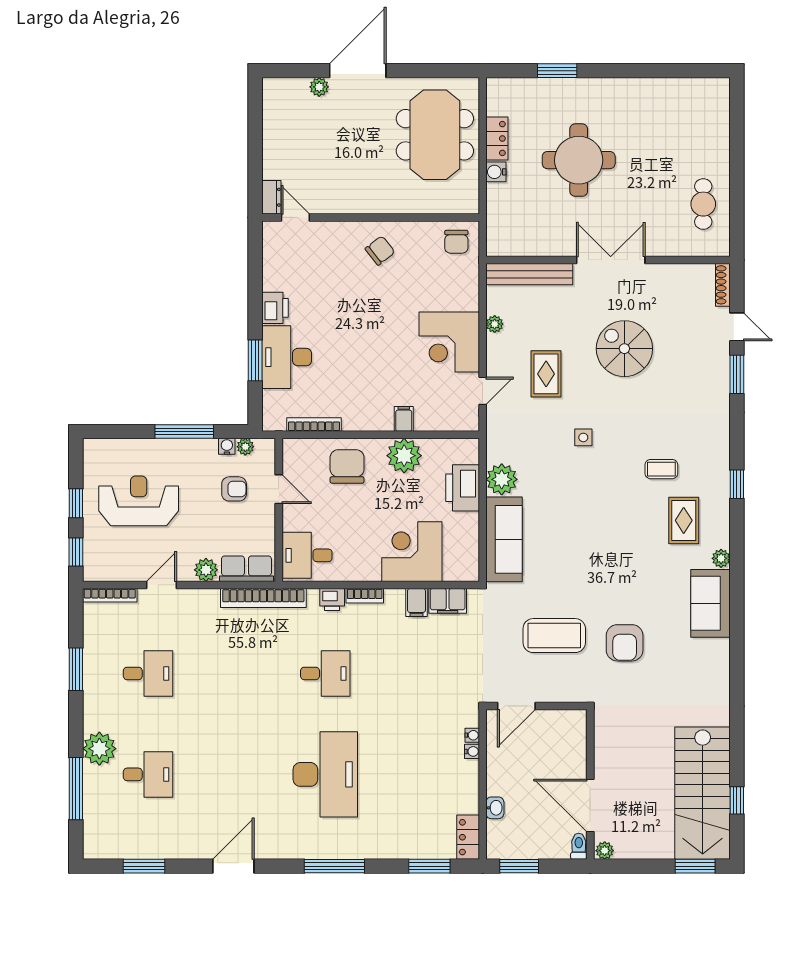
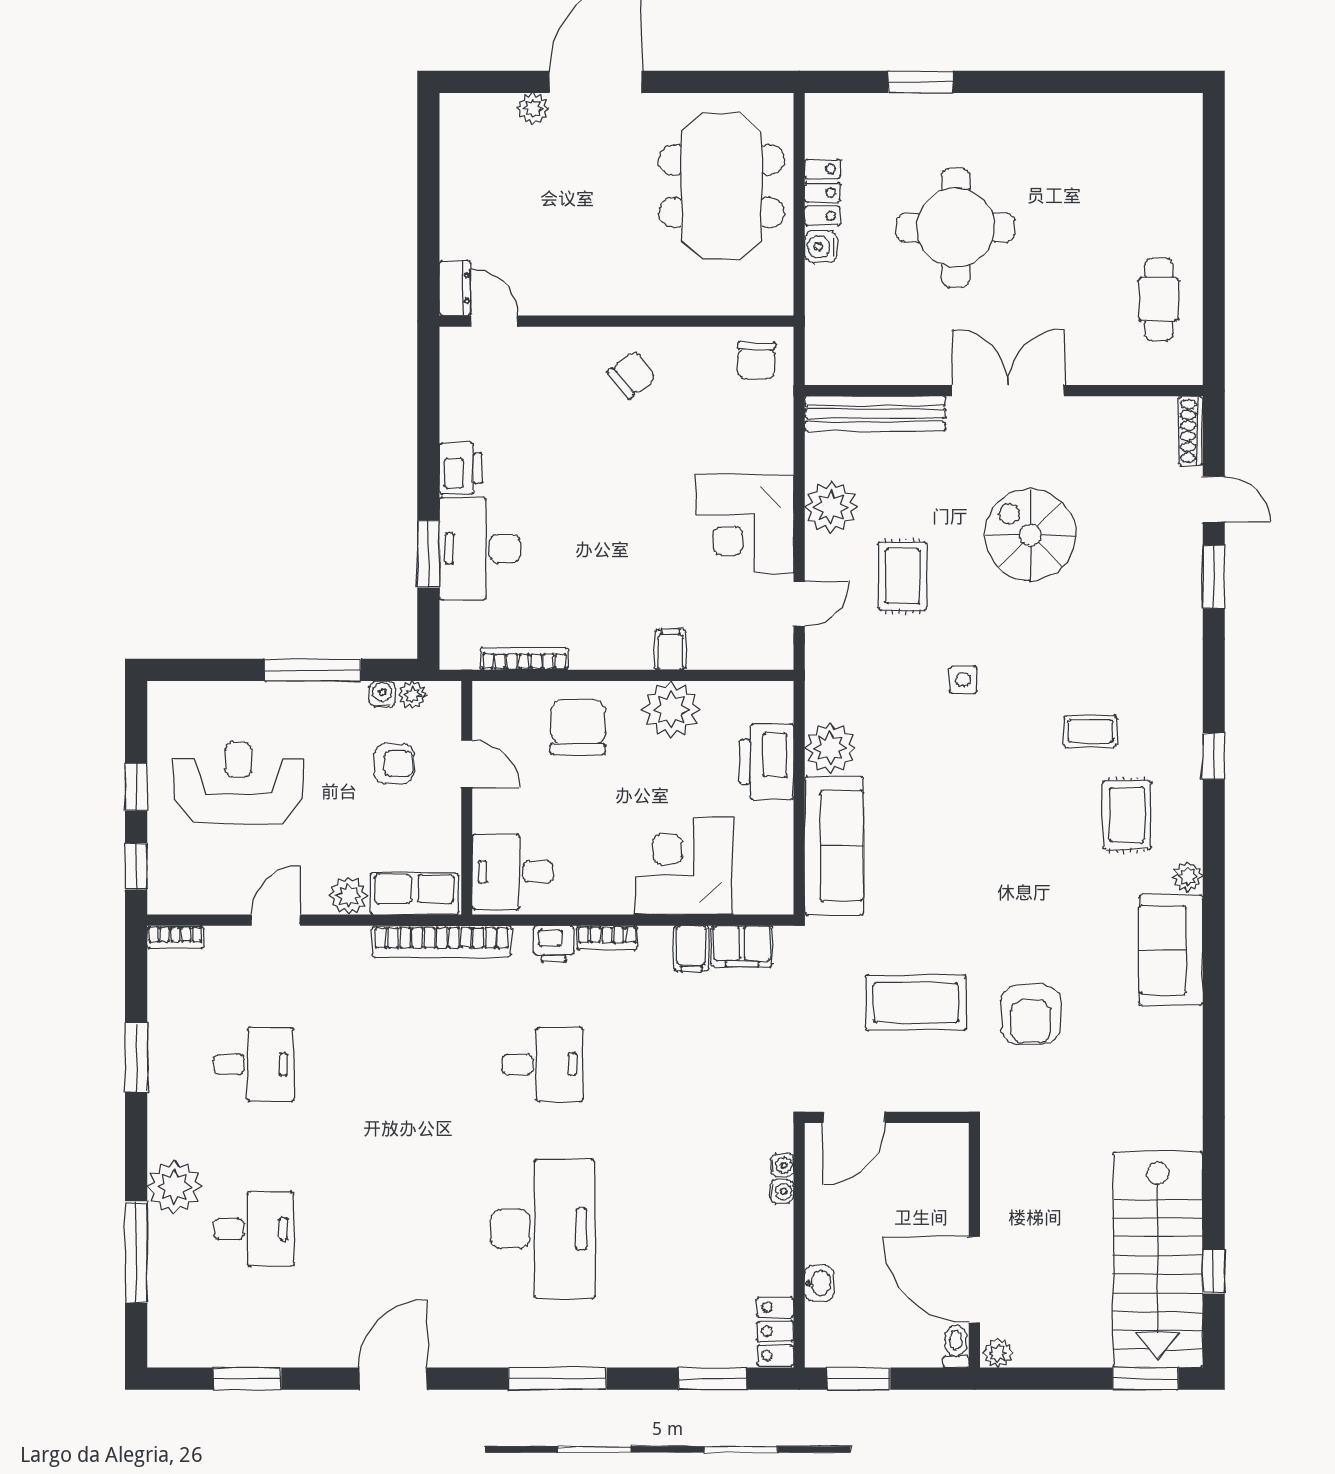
plant: (495, 324) -> (831, 507), width x1.87, depth x1.87
bookcase: (110, 595) -> (175, 937), width x0.64

